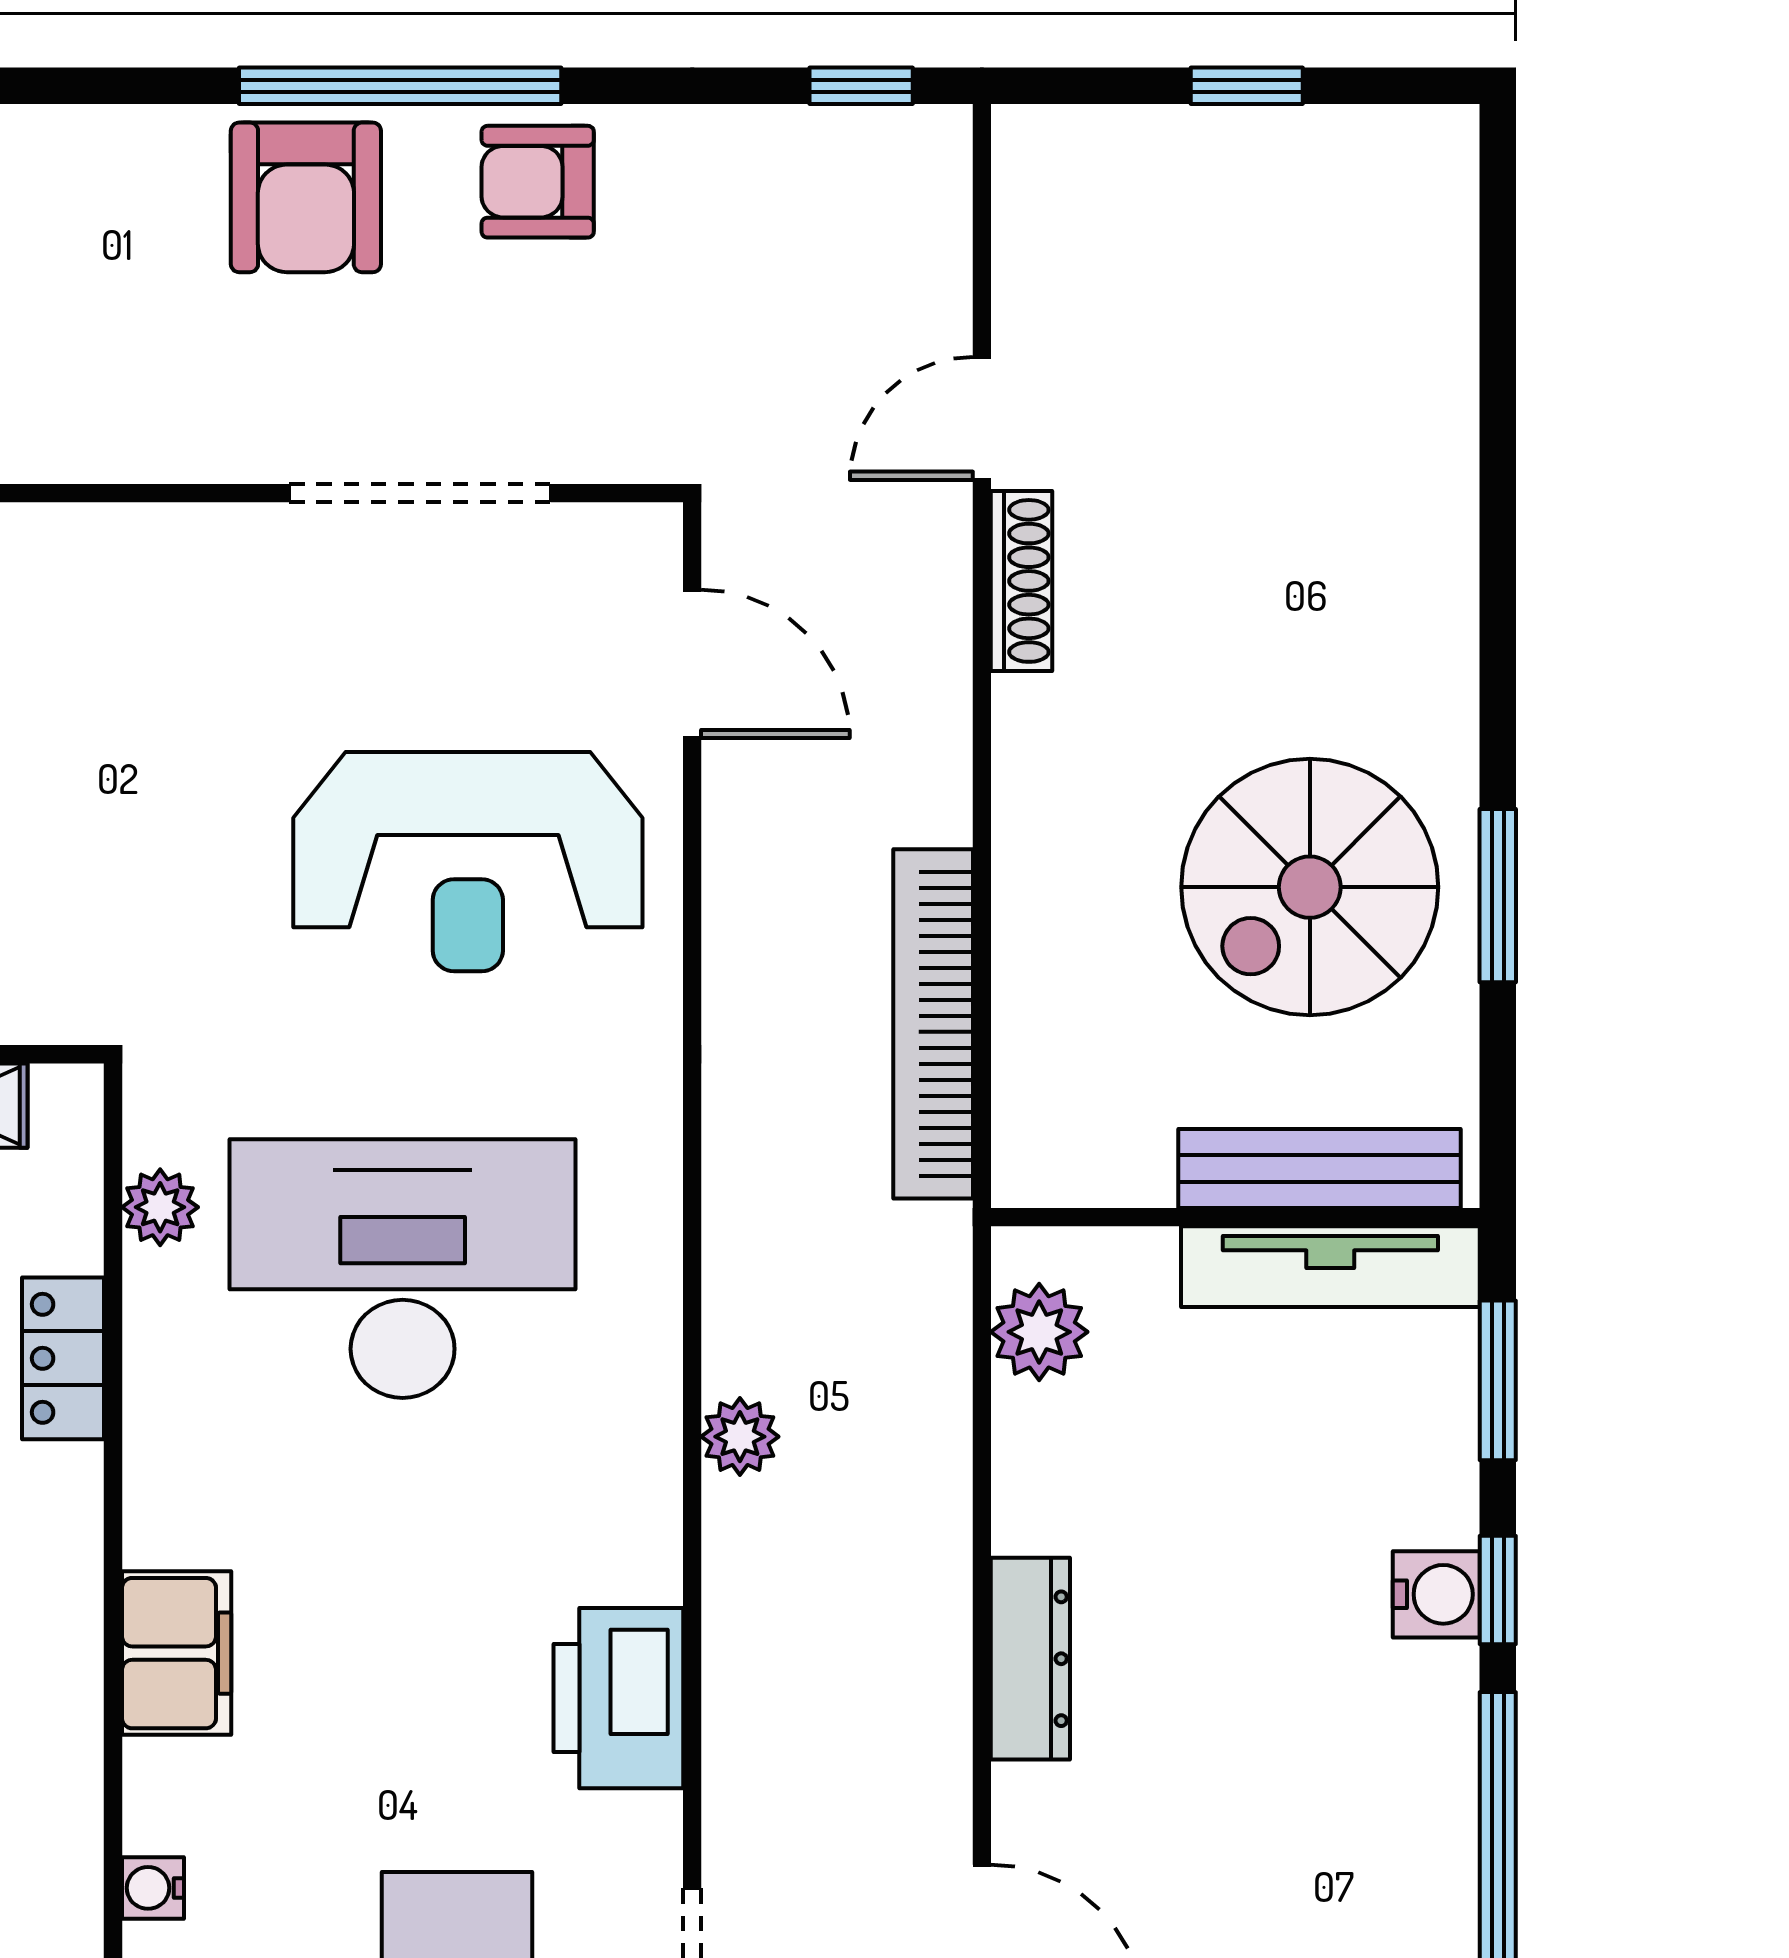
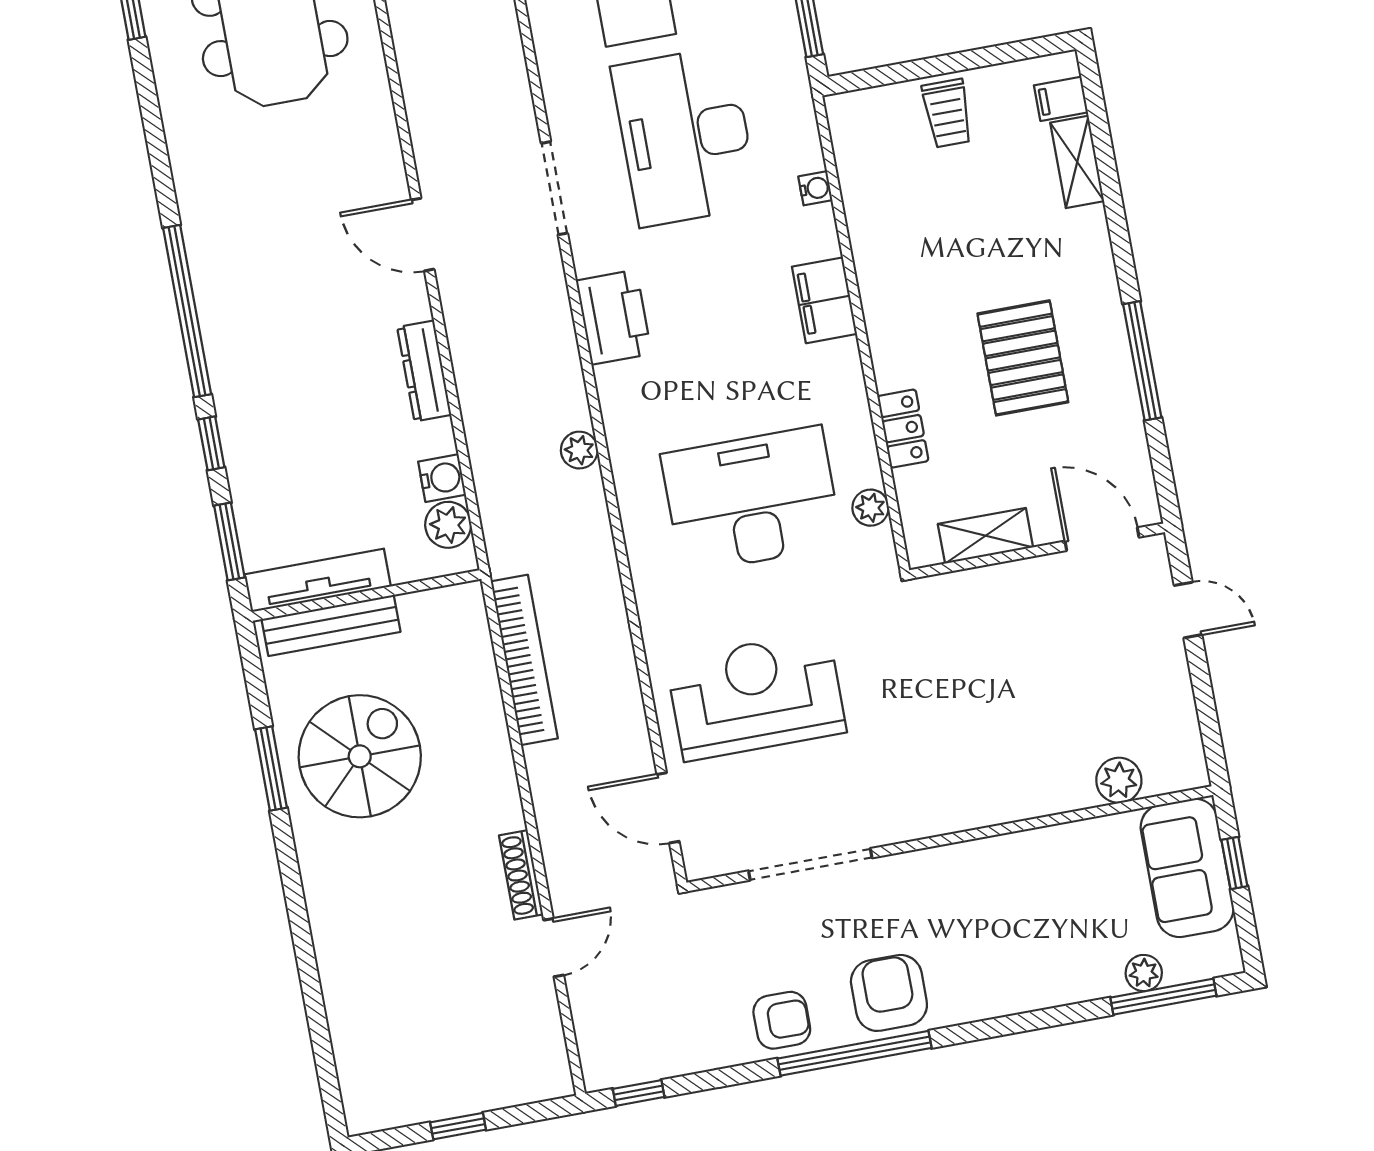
desk: (403, 1269) -> (752, 500), turned 180
water cooler: (1436, 1594) -> (442, 478), moved, turned 180

